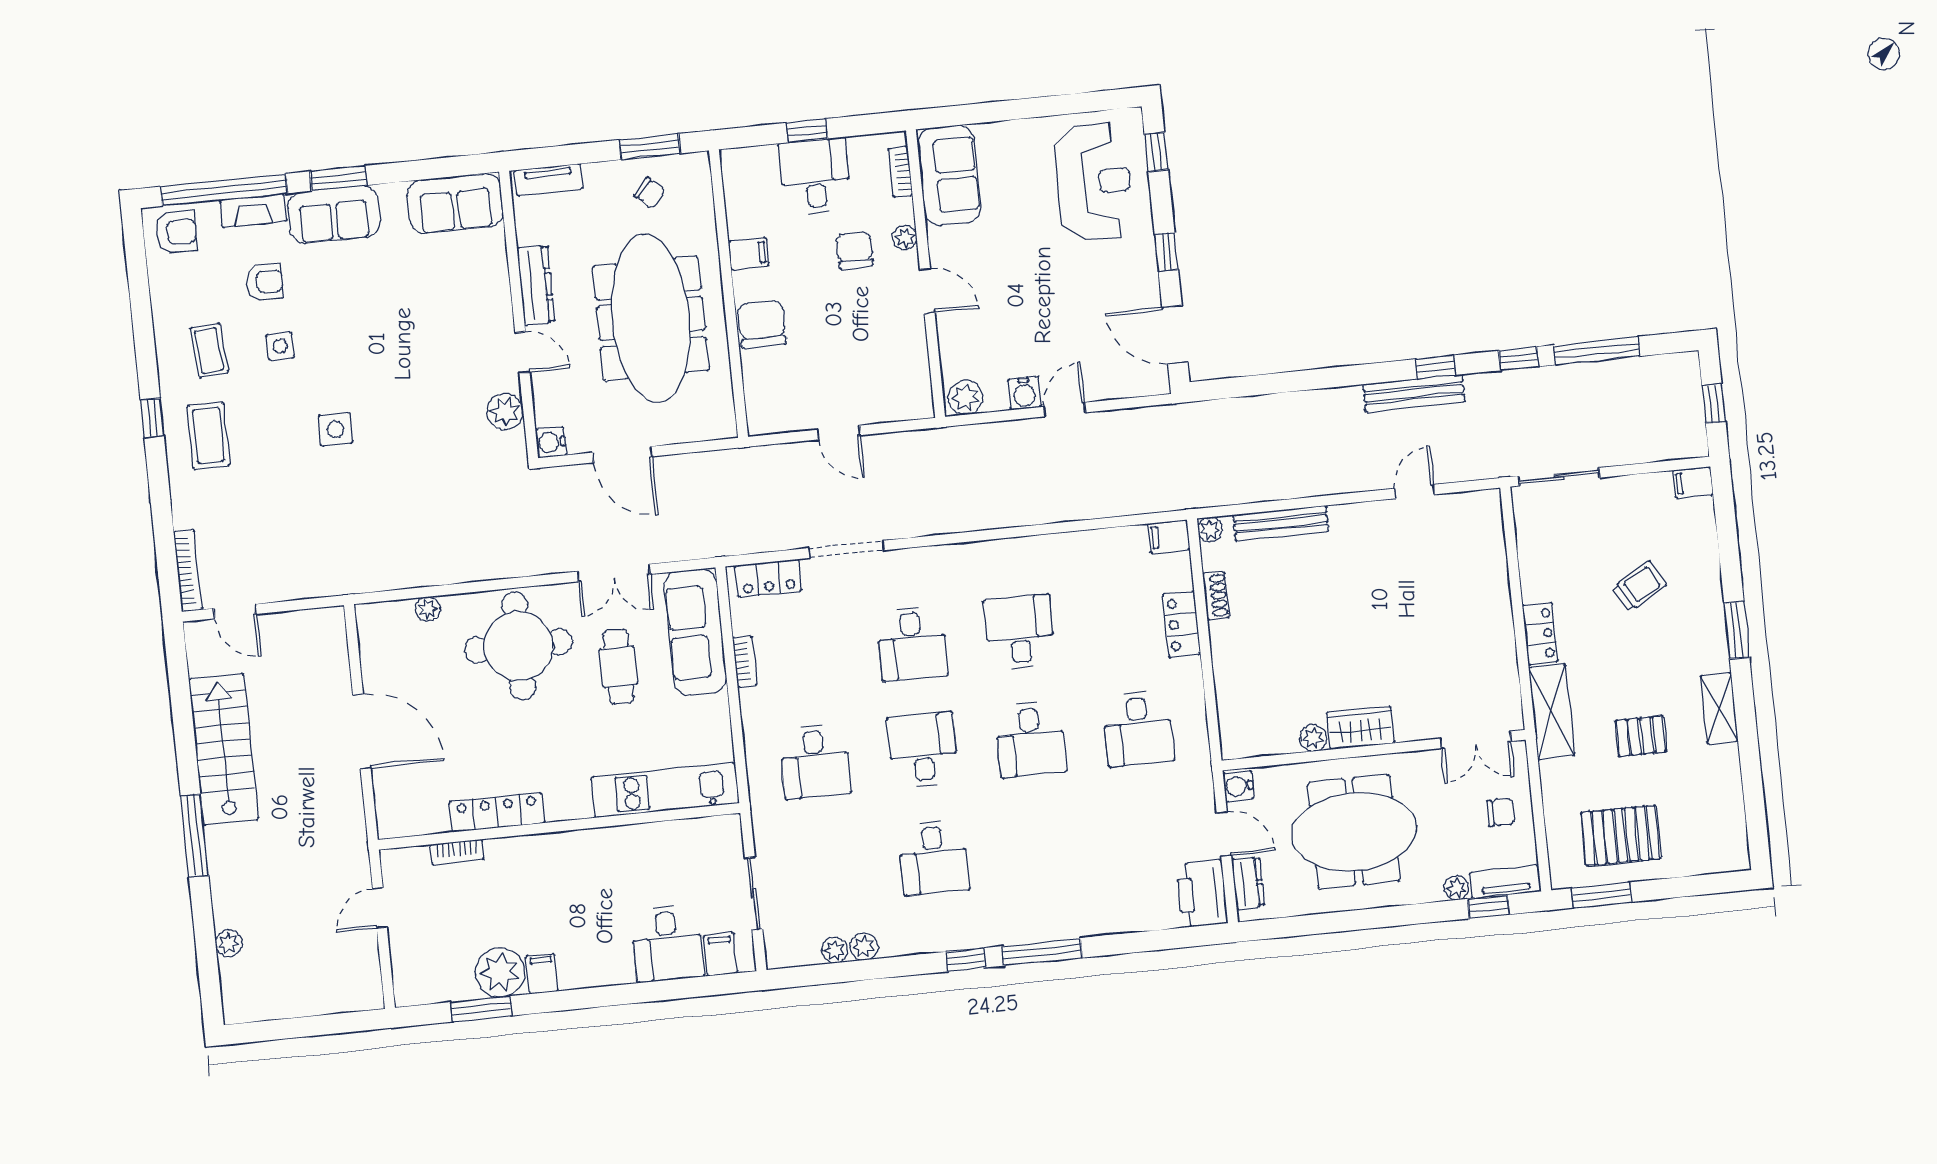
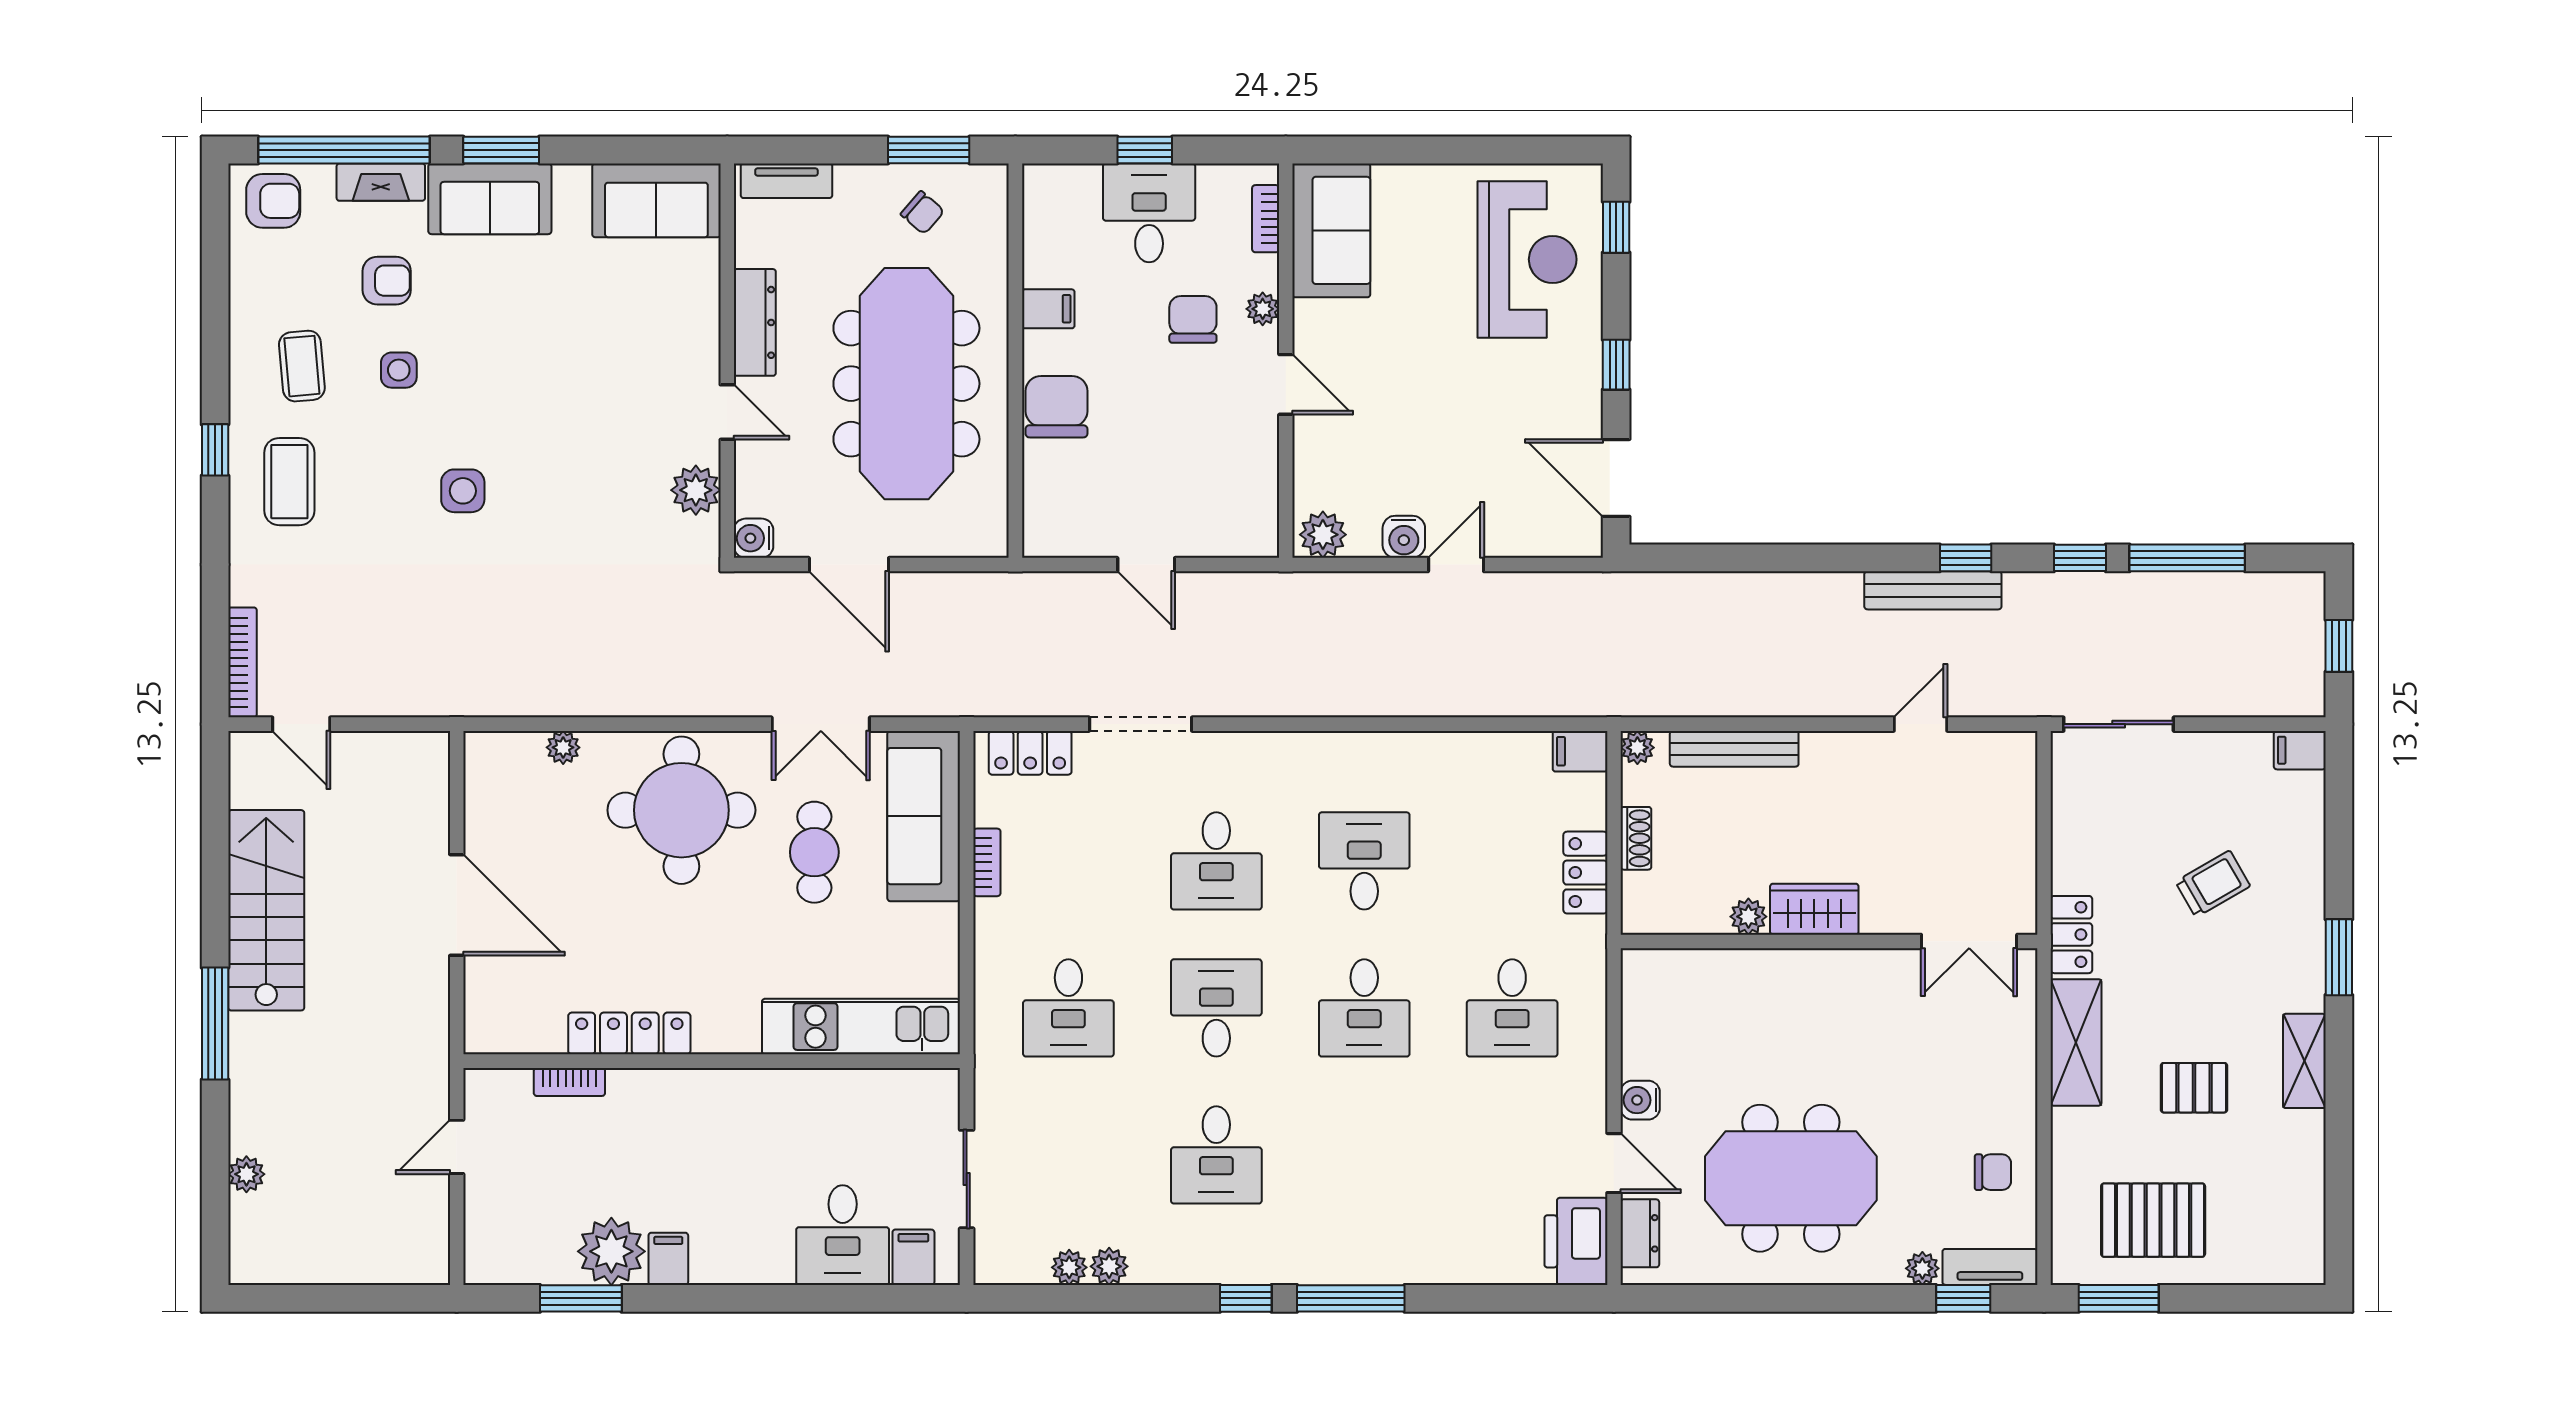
wardrobe: (1361, 728) -> (1814, 909), moved
plant: (1313, 738) -> (1748, 917), moved
double door: (1476, 740) -> (1969, 941), moved
wall: (1374, 750) -> (1829, 941), moved

